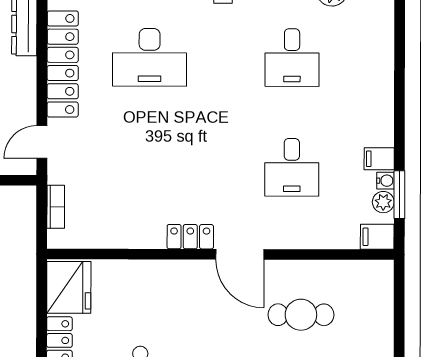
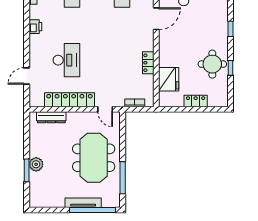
locker: (190, 237) -> (148, 63), moved
fridge: (69, 287) -> (169, 79), moved, turned 90

